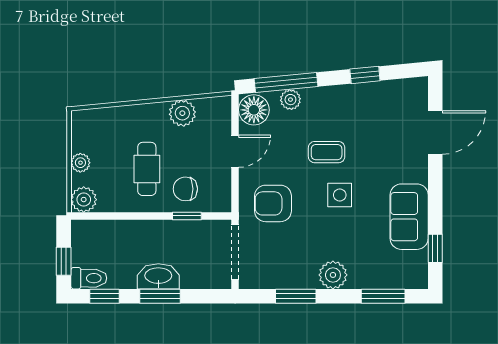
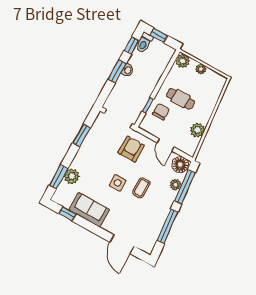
window: (365, 75) -> (168, 226), width x2.17
plant: (333, 275) -> (72, 176), moved
washbasin: (158, 276) -> (128, 70), width x0.52, depth x0.69

